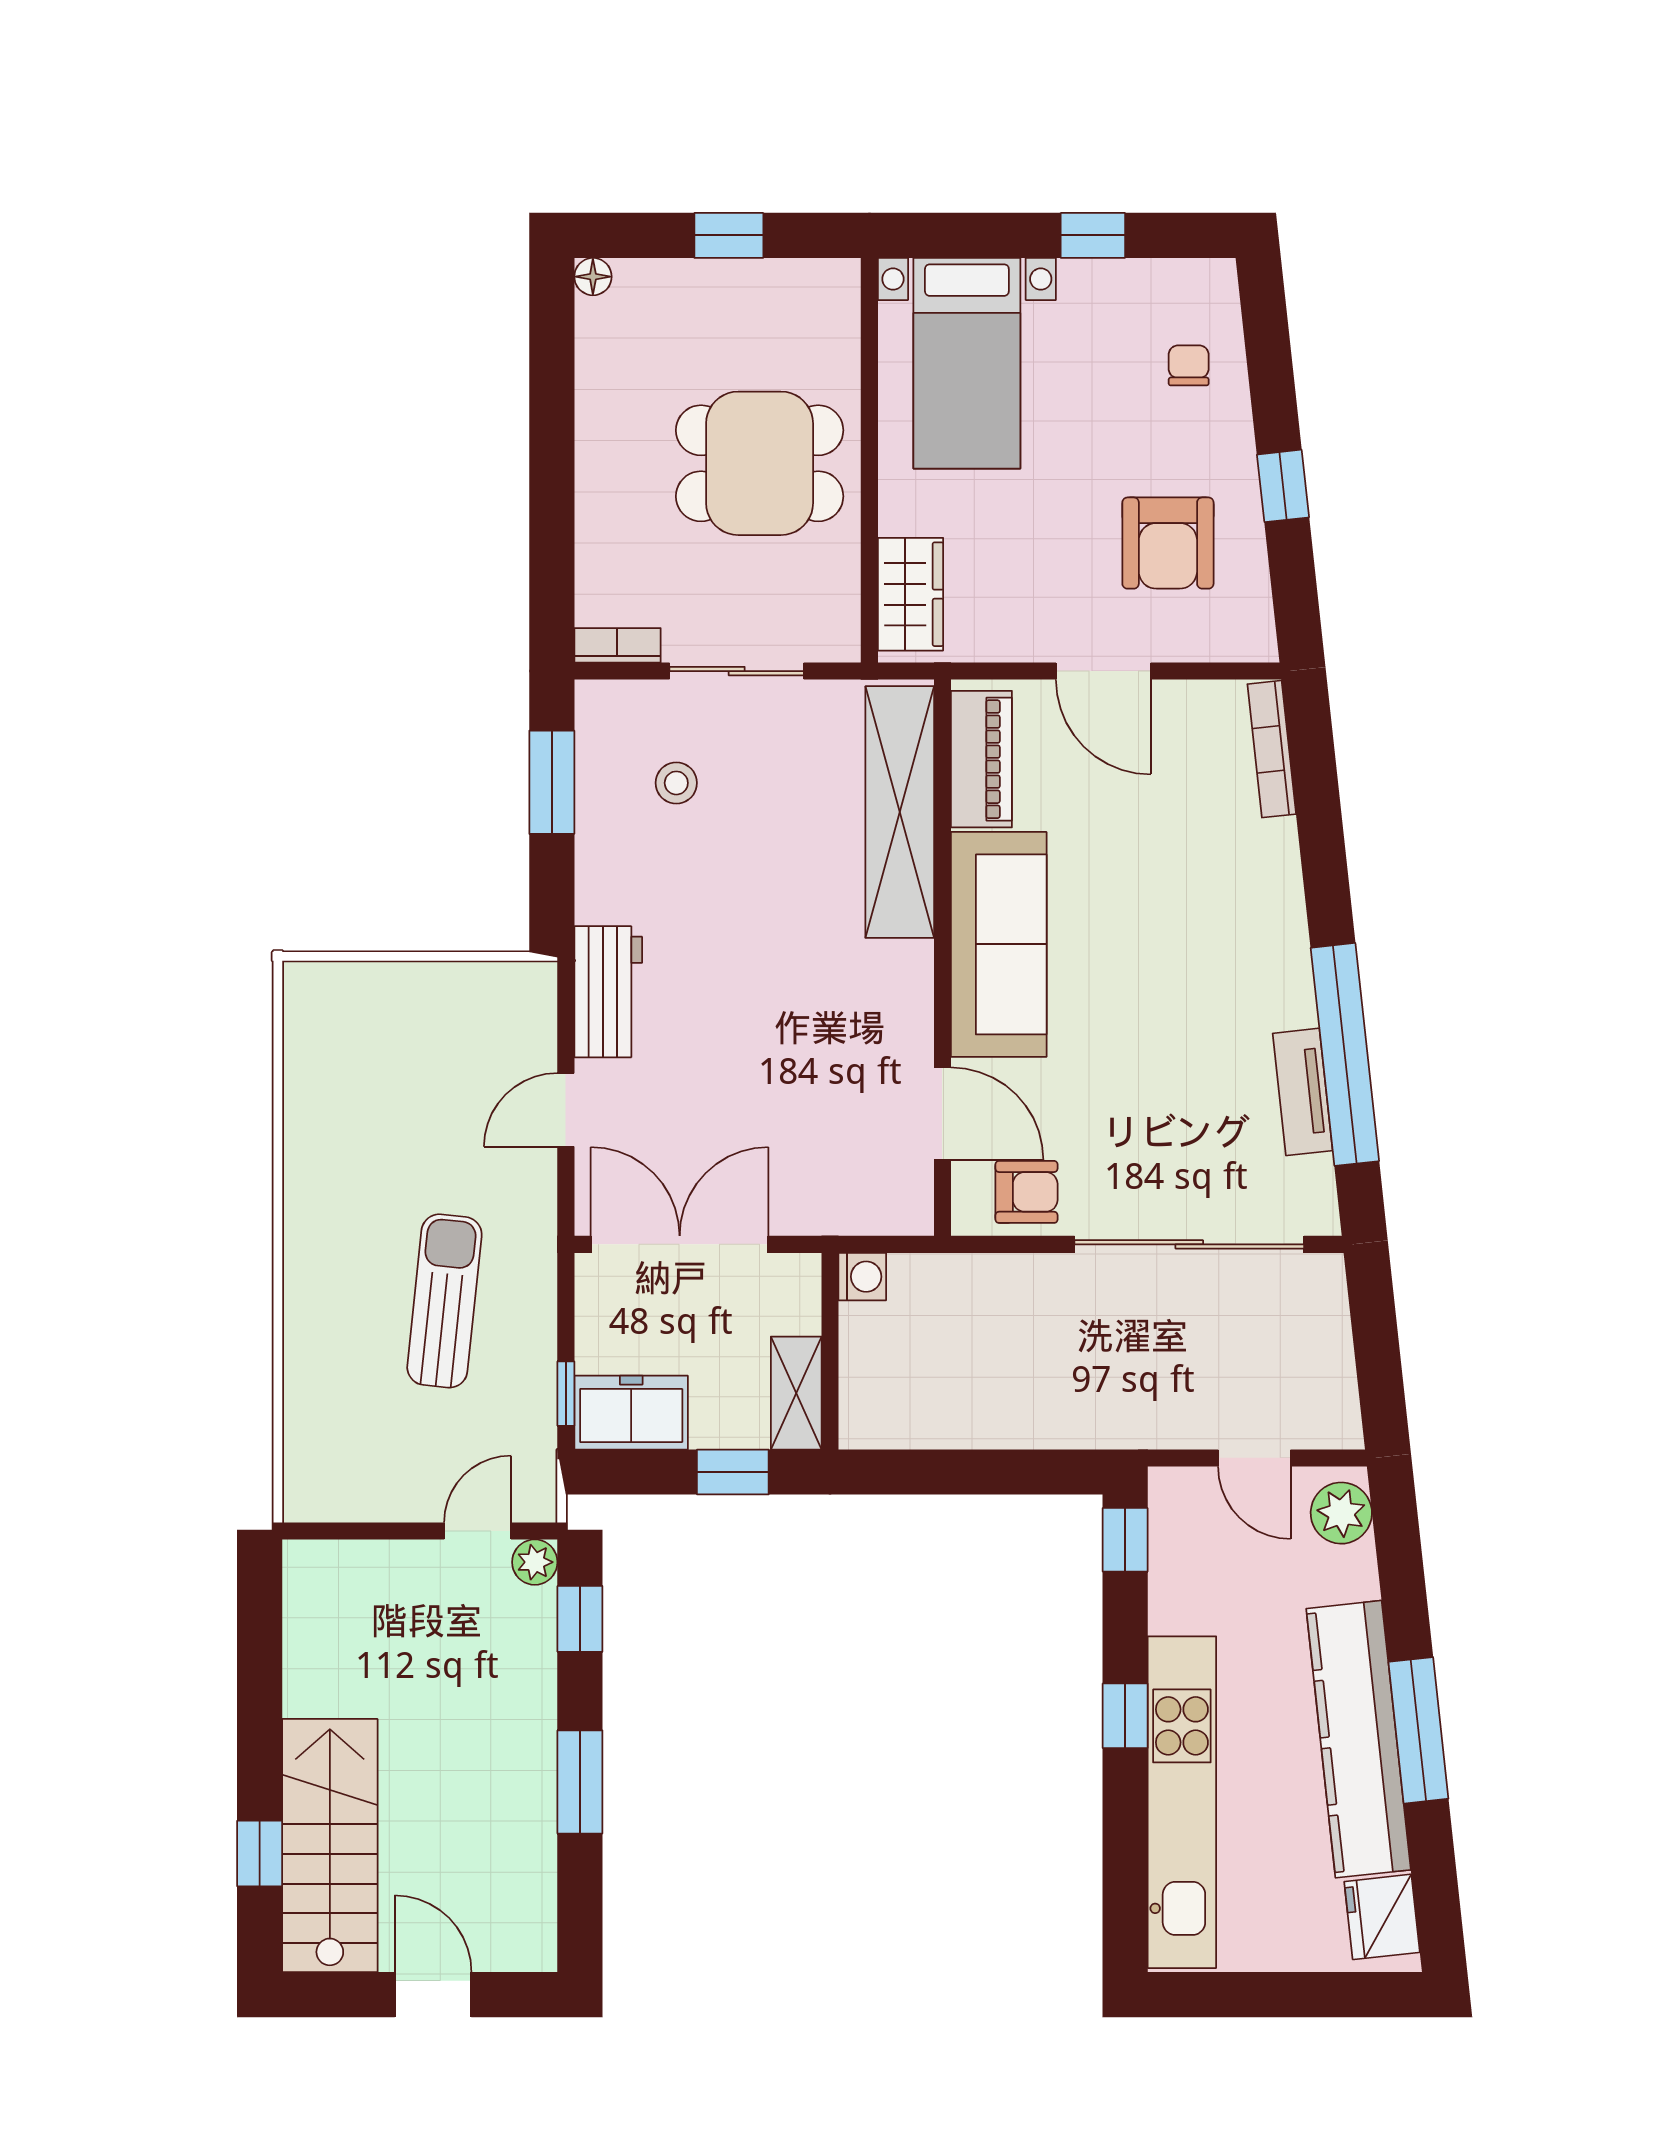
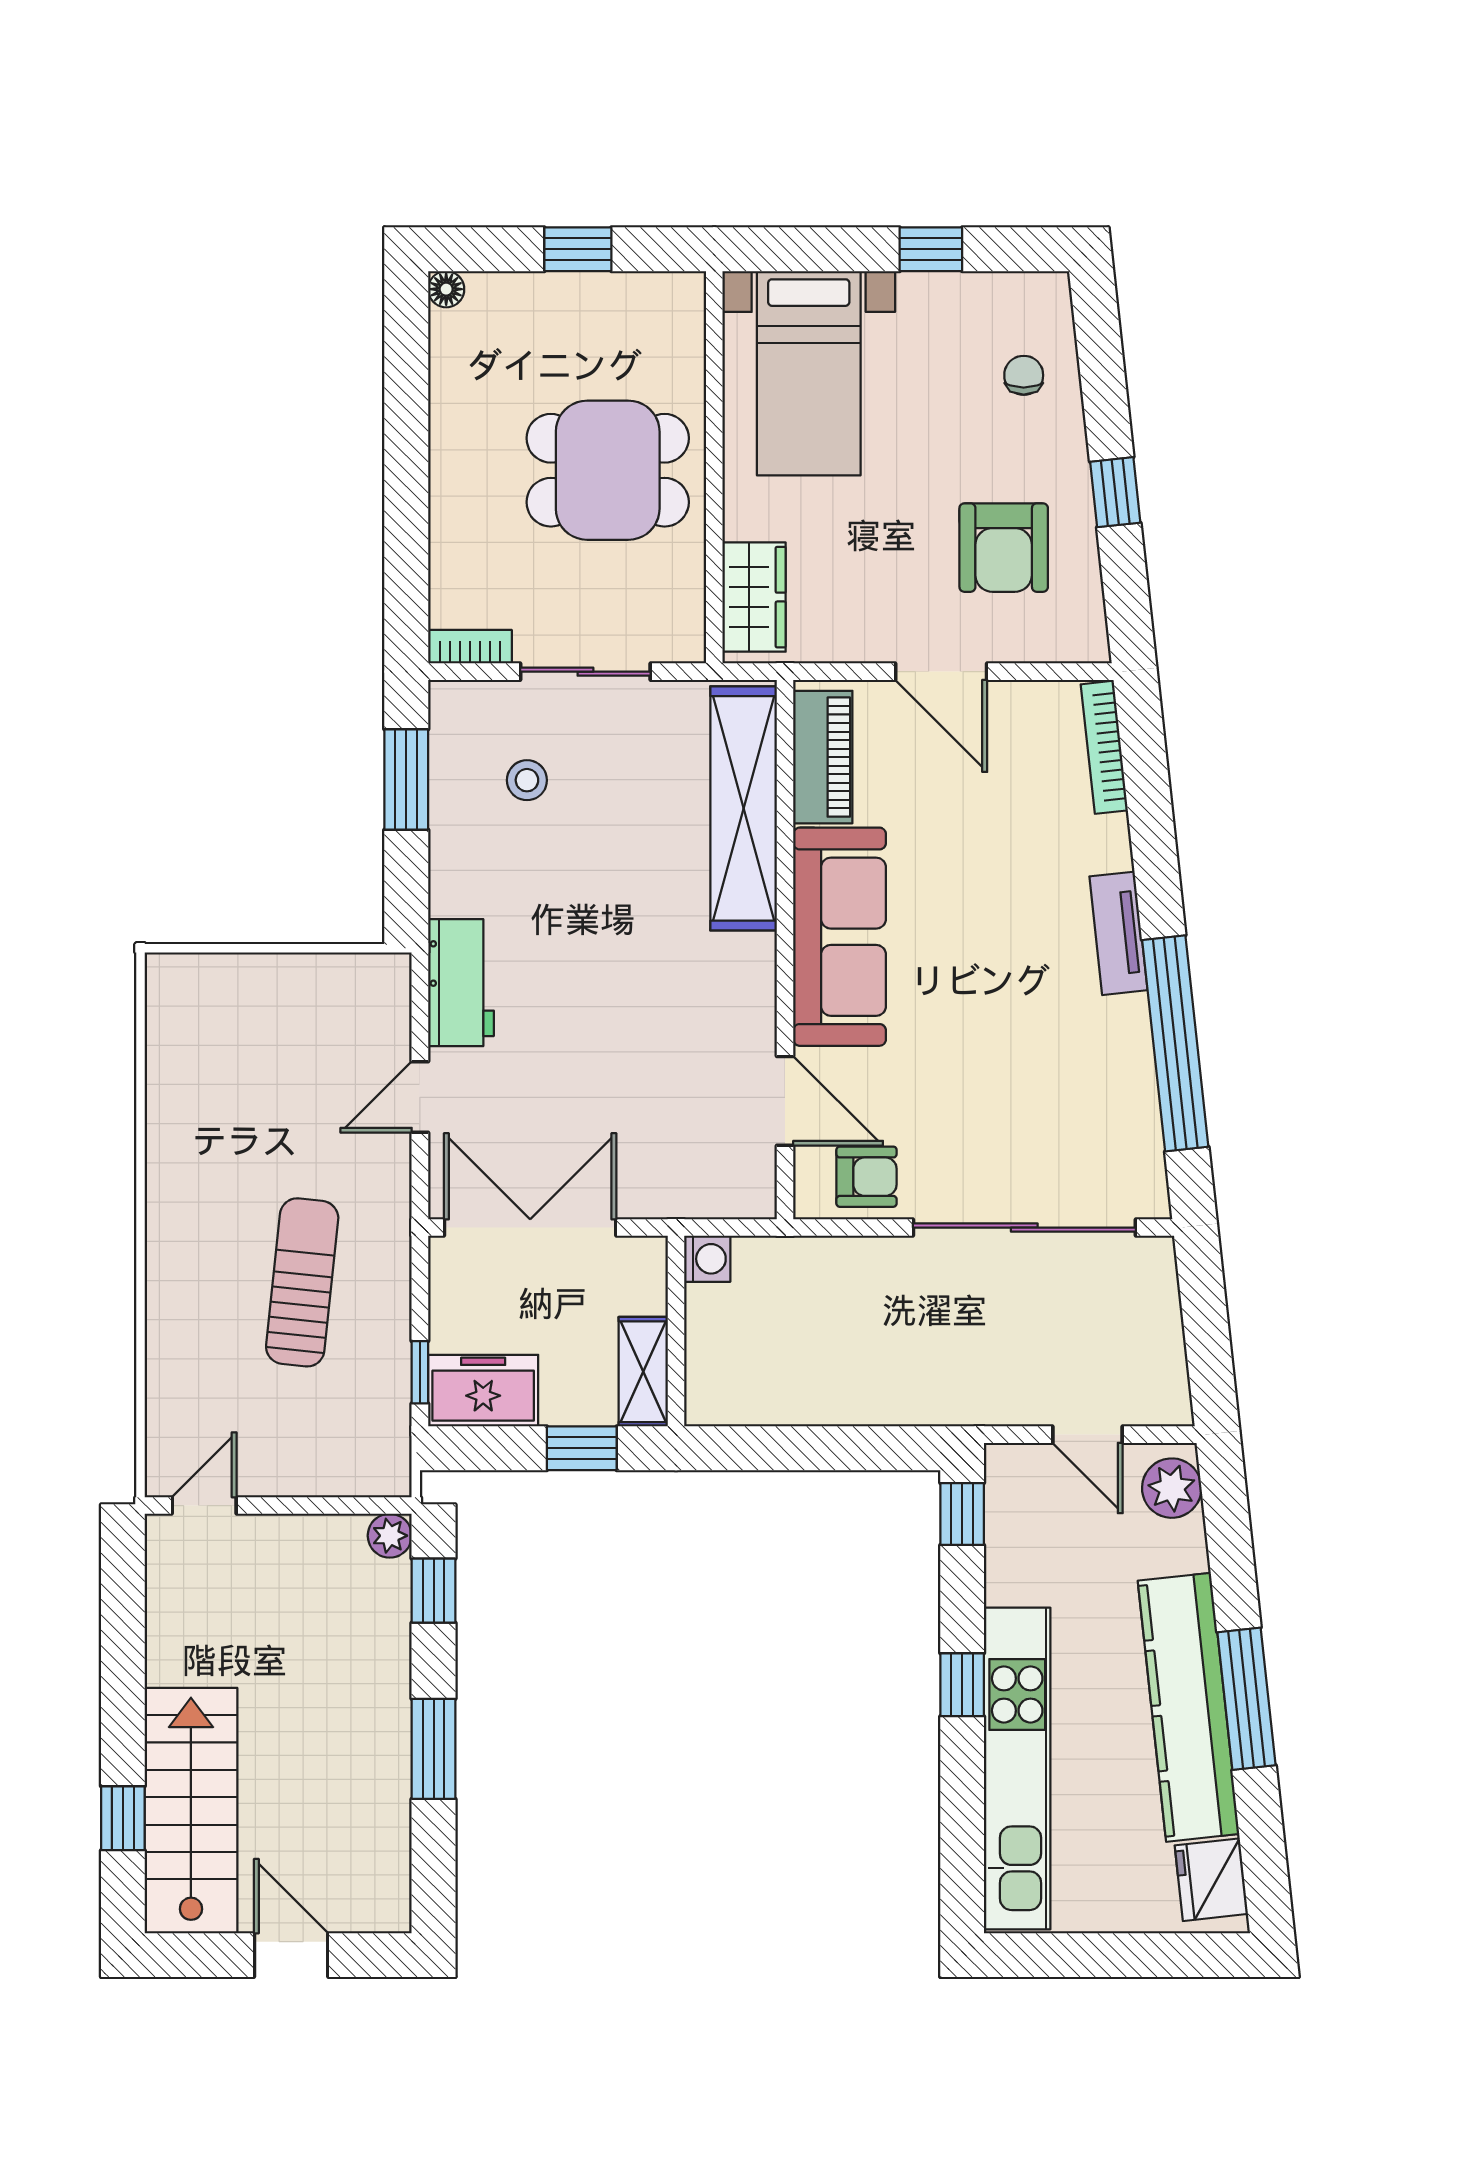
tv unit: (1303, 1092) -> (1118, 933), moved
door: (478, 1531) -> (204, 1506), moved

